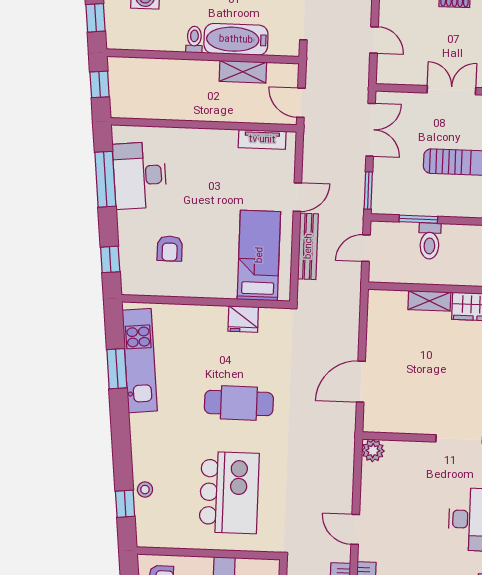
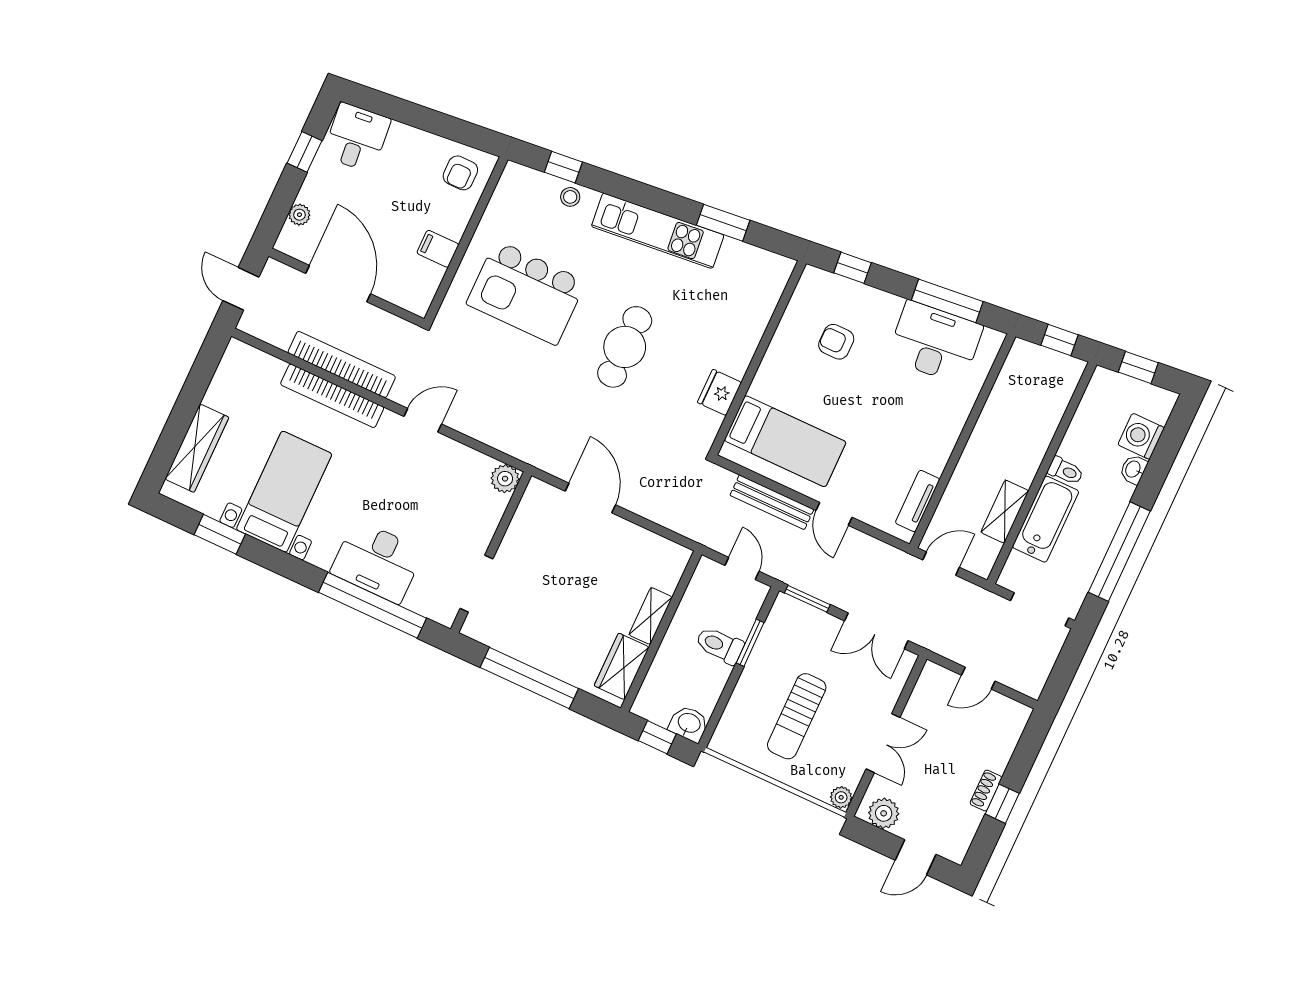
kitchen unit: (140, 361) -> (658, 231), moved

